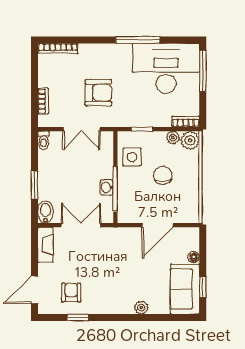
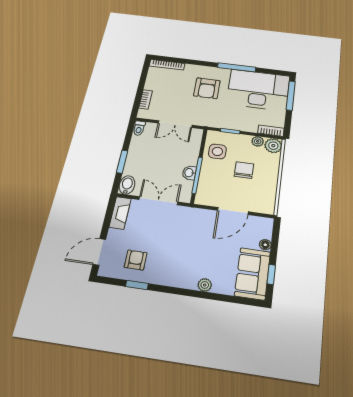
armchair: (98, 93) -> (207, 88), moved, turned 90

